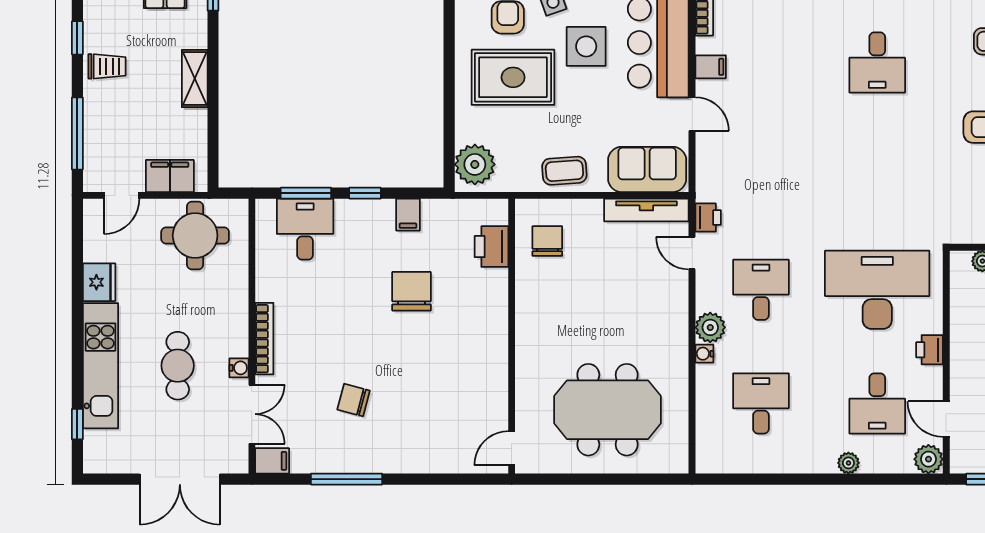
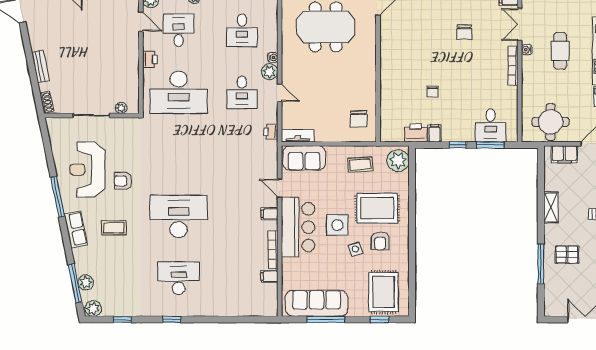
desk: (877, 62) -> (179, 216), width x1.87, depth x1.30
coffee table: (564, 171) -> (360, 165), moved
tv unit: (646, 210) -> (298, 136), width x0.71
printer: (491, 247) -> (416, 133), moved, turned -90
door: (692, 253) -> (280, 93), moved
chair: (412, 291) -> (433, 91), width x0.54, depth x0.54
chair: (354, 400) -> (464, 32), turned 75

